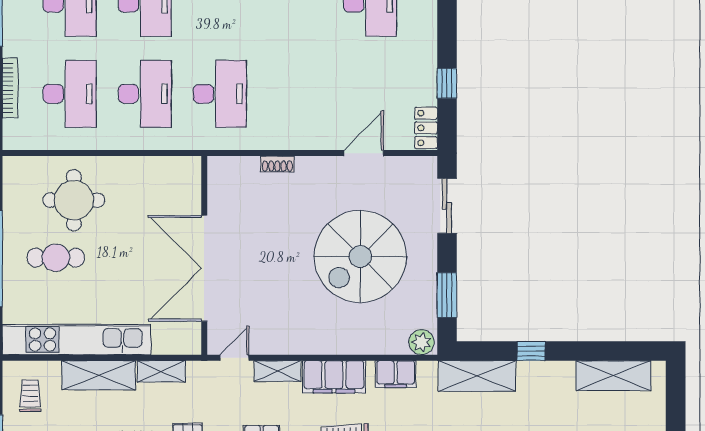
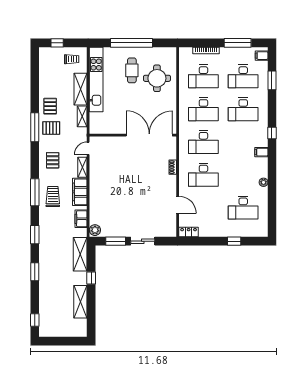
window: (447, 83) -> (234, 241), moved
desk: (295, 94) -> (203, 175), added
sliding door: (447, 206) -> (143, 241), moved
spiral stairs: (360, 256) -> (132, 203), removed
double door: (204, 268) -> (149, 135), moved
door: (234, 358) -> (88, 148), swing flipped
shelving: (613, 376) -> (80, 302), moved

